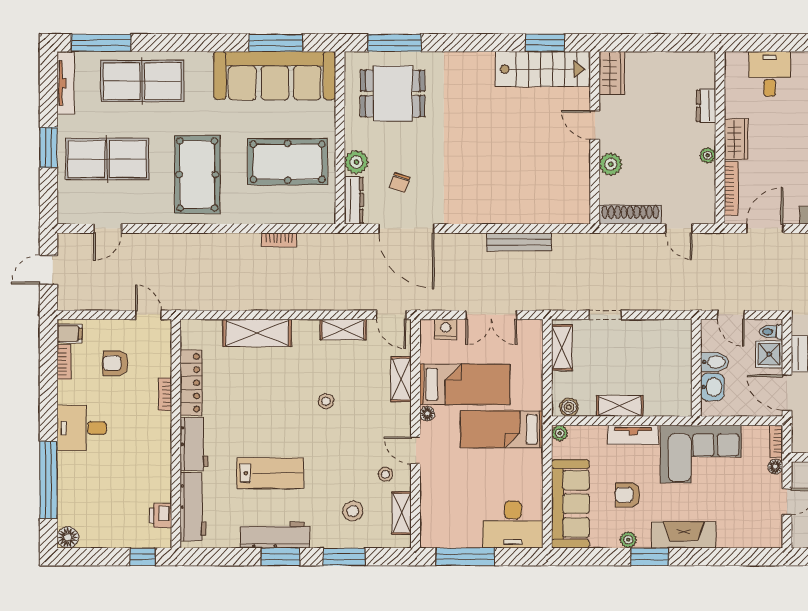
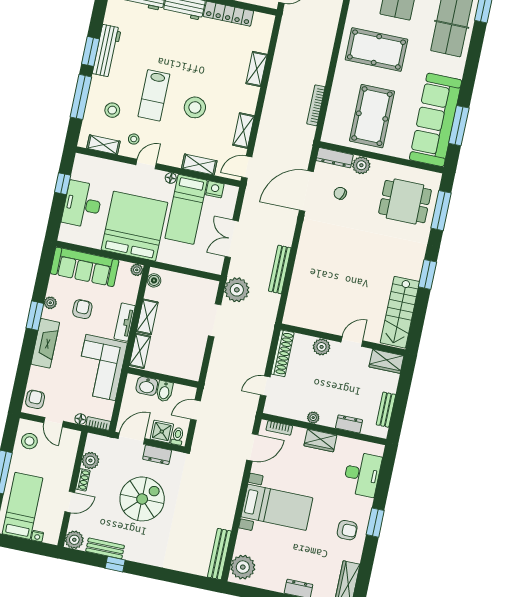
window: (545, 43) -> (427, 274), moved
bench: (677, 60) -> (386, 410), added
desk: (770, 74) -> (362, 474), width x1.37
dining table: (393, 93) -> (405, 202), turned 90
bookcase: (731, 188) -> (279, 428), width x0.64
door: (765, 229) -> (252, 447), hinge flipped
bookcase: (279, 240) -> (316, 105), width x1.56
plant: (558, 294) -> (237, 290), added
doorway: (605, 315) -> (215, 320), width x1.38
nightstand: (446, 329) -> (215, 189), moved, turned -90
shelving: (257, 333) -> (257, 69), width x0.67, depth x0.75
shelving: (562, 347) -> (140, 351), moved, turned 90
stool: (326, 401) -> (195, 107), width x1.89, depth x1.89
bed: (502, 429) -> (134, 226), width x2.04
lab bench: (270, 473) -> (154, 95), moved
desk: (513, 525) -> (82, 204), moved
armchair: (762, 533) -> (35, 399), added
window: (344, 557) -> (81, 97), width x1.44
window: (465, 557) -> (63, 184), width x0.46

